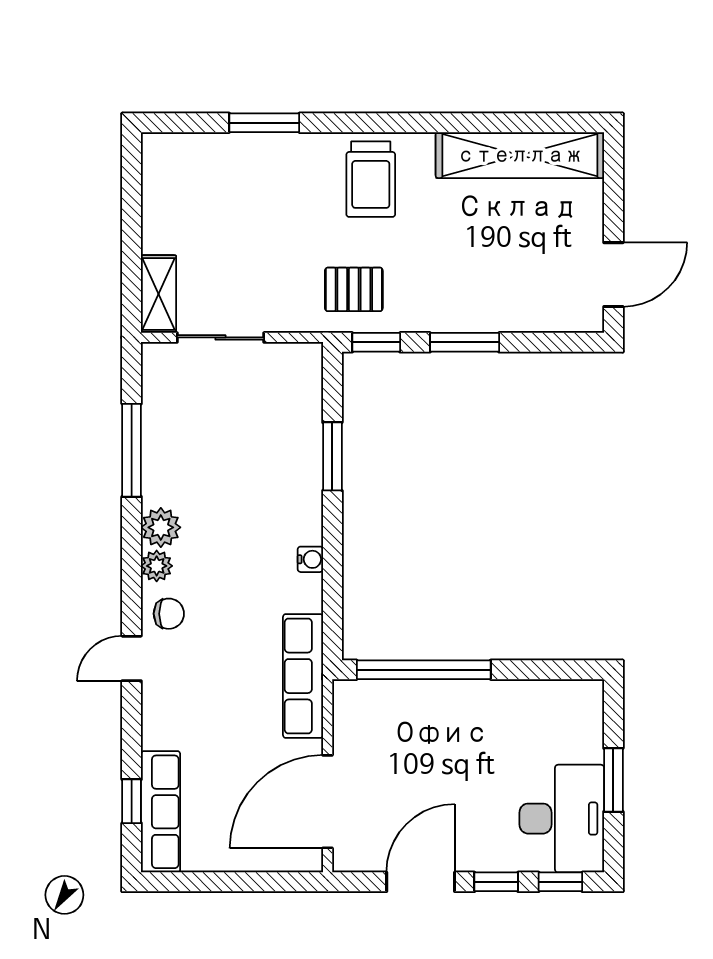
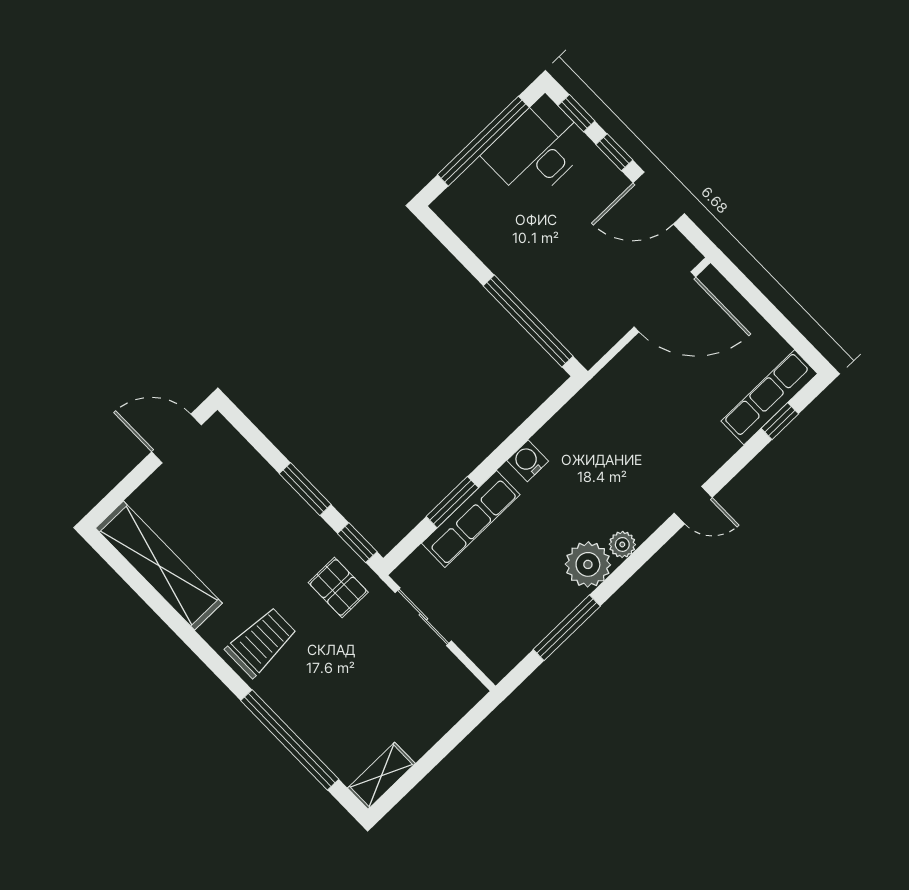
window: (264, 123) -> (290, 740), width x2.11
shelving: (158, 294) -> (381, 776), moved
sliding door: (220, 337) -> (423, 617), moved
plant: (161, 527) -> (588, 564), width x1.36, depth x1.36
water cooler: (310, 559) -> (528, 461), width x1.38, depth x1.38
chair: (169, 614) -> (644, 509), removed
row of seats: (303, 676) -> (471, 519), moved
window: (613, 780) -> (483, 141), width x2.11

